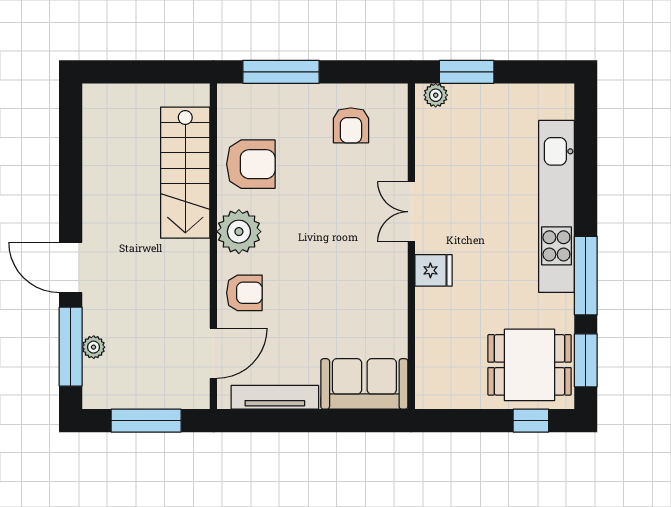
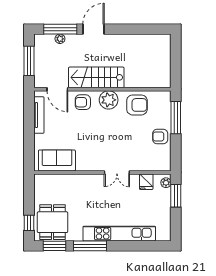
armchair: (351, 125) -> (160, 137), moved
armchair: (251, 164) -> (137, 105), turned -90
stairs: (185, 173) -> (96, 77), moved
double door: (411, 212) -> (117, 172), swing flipped
fridge: (433, 270) -> (146, 182), moved
armchair: (244, 293) -> (83, 102), turned 90
sofa: (364, 384) -> (57, 160), moved, turned -90

